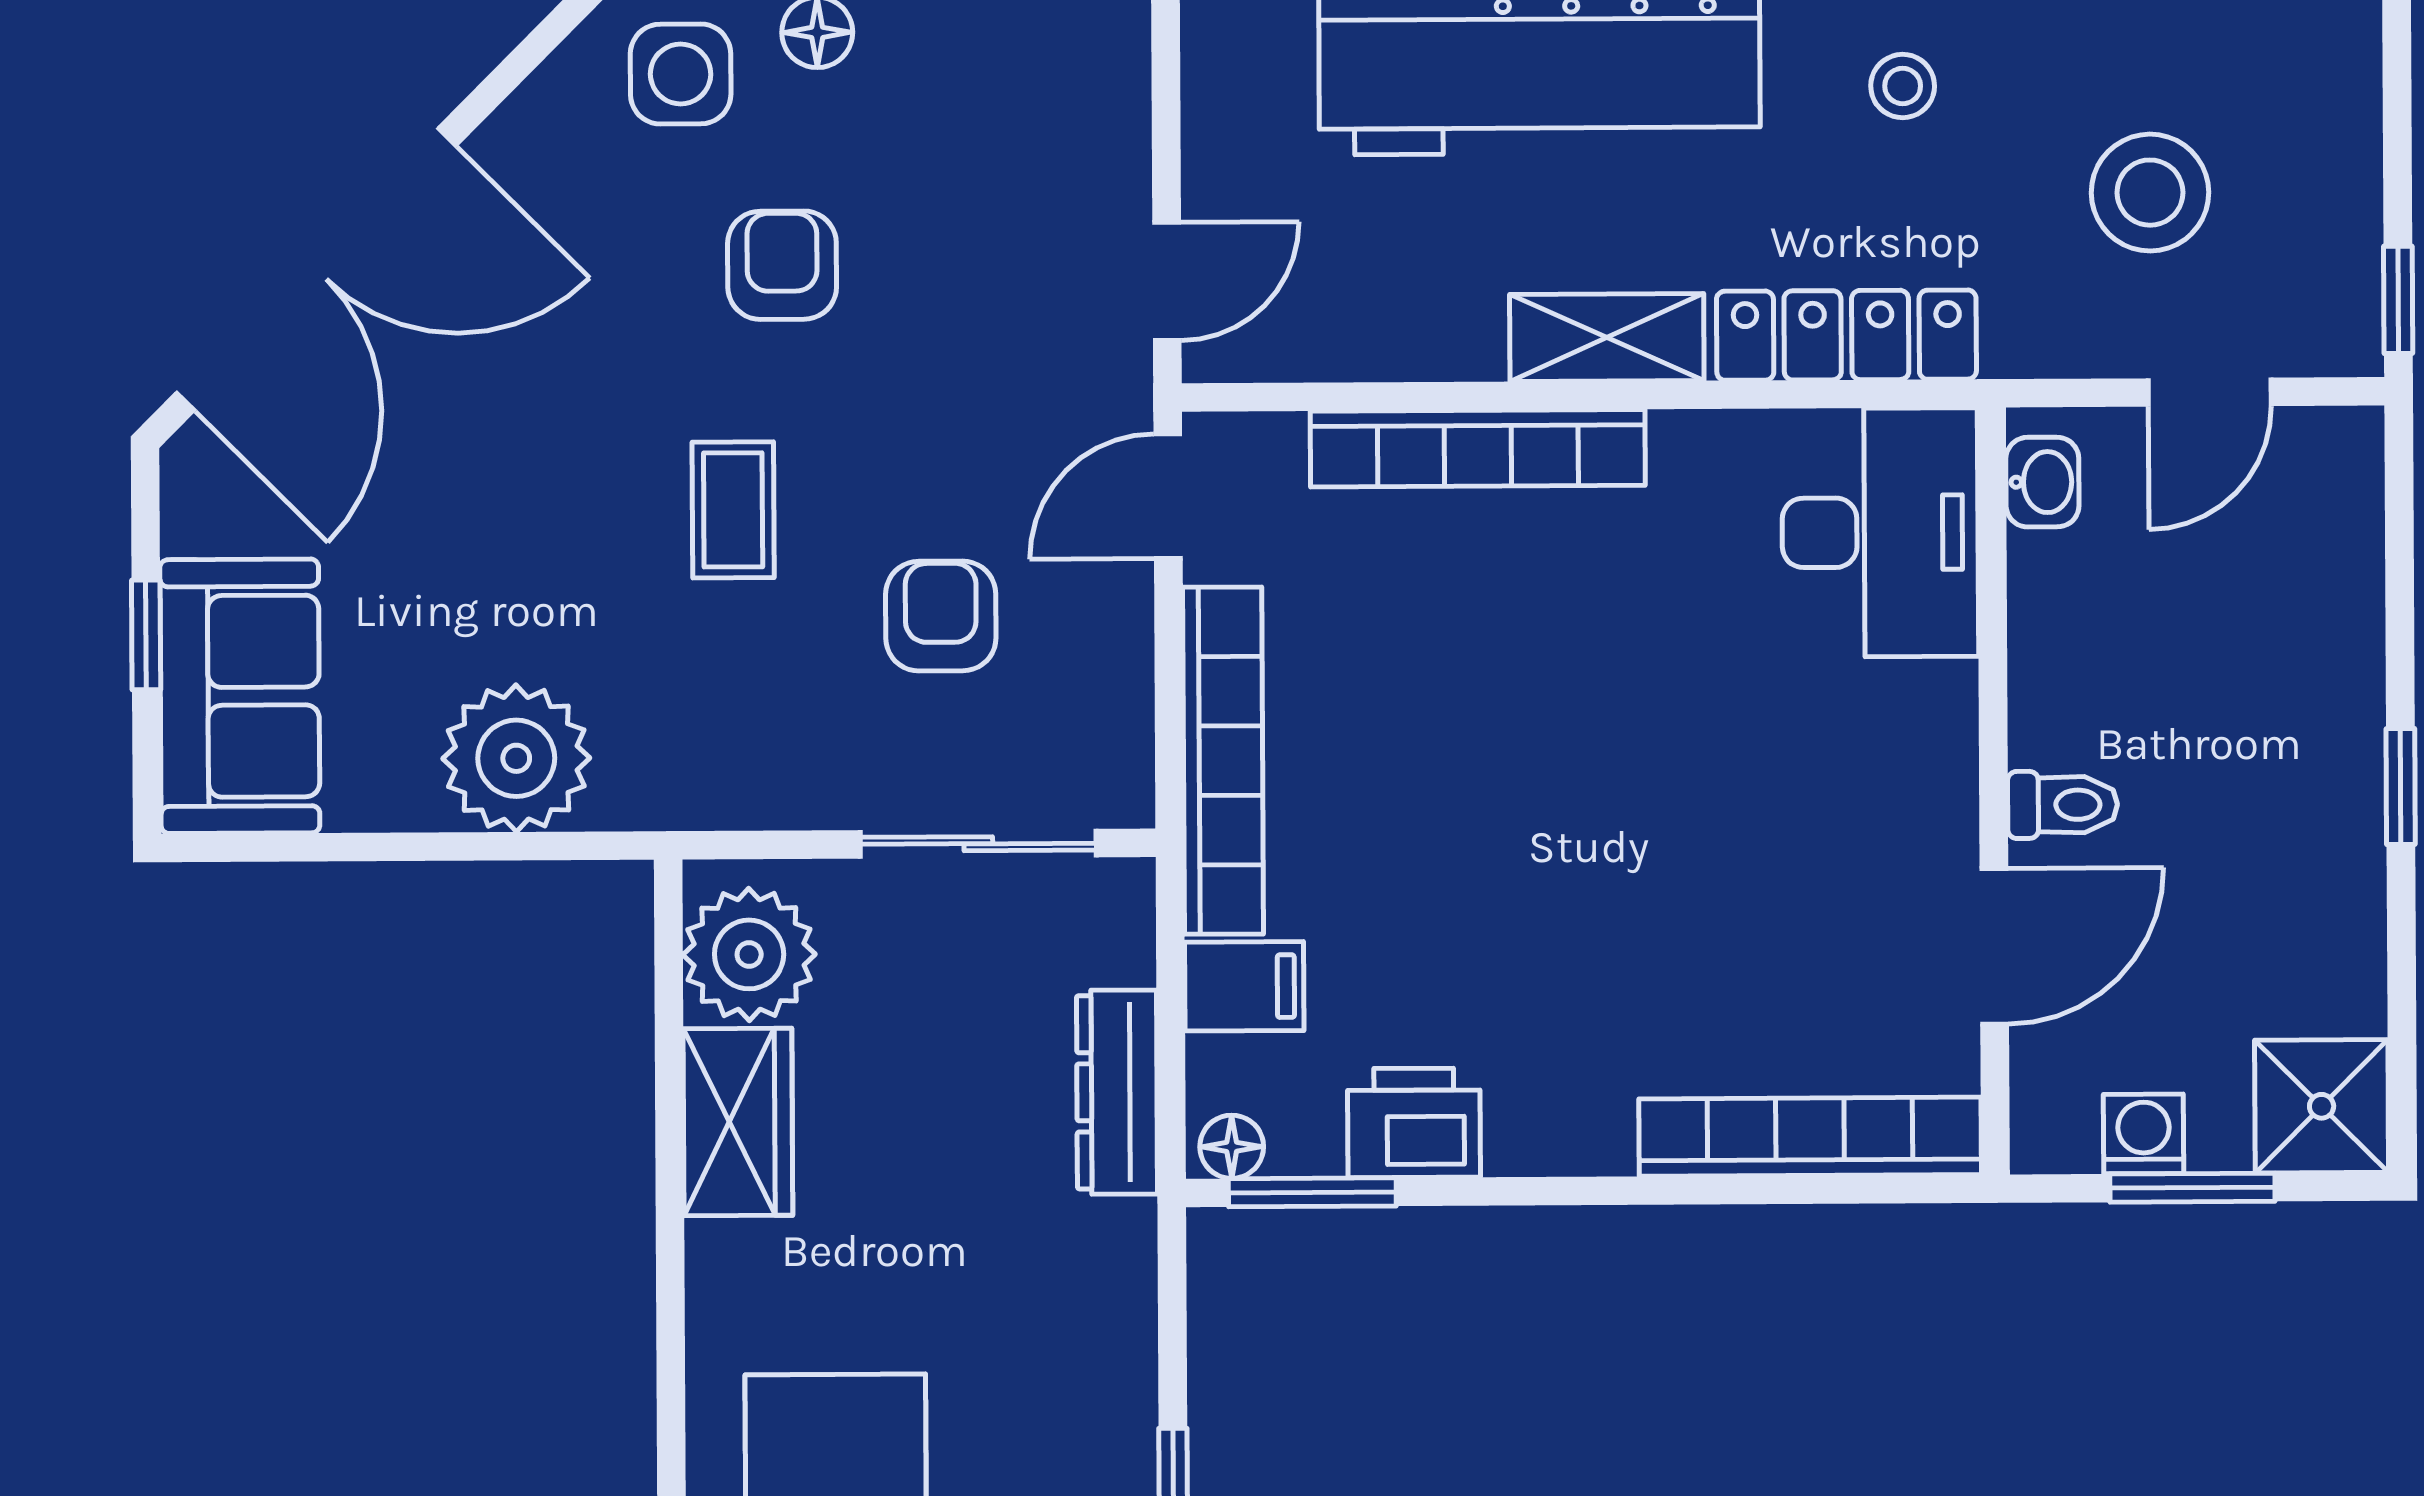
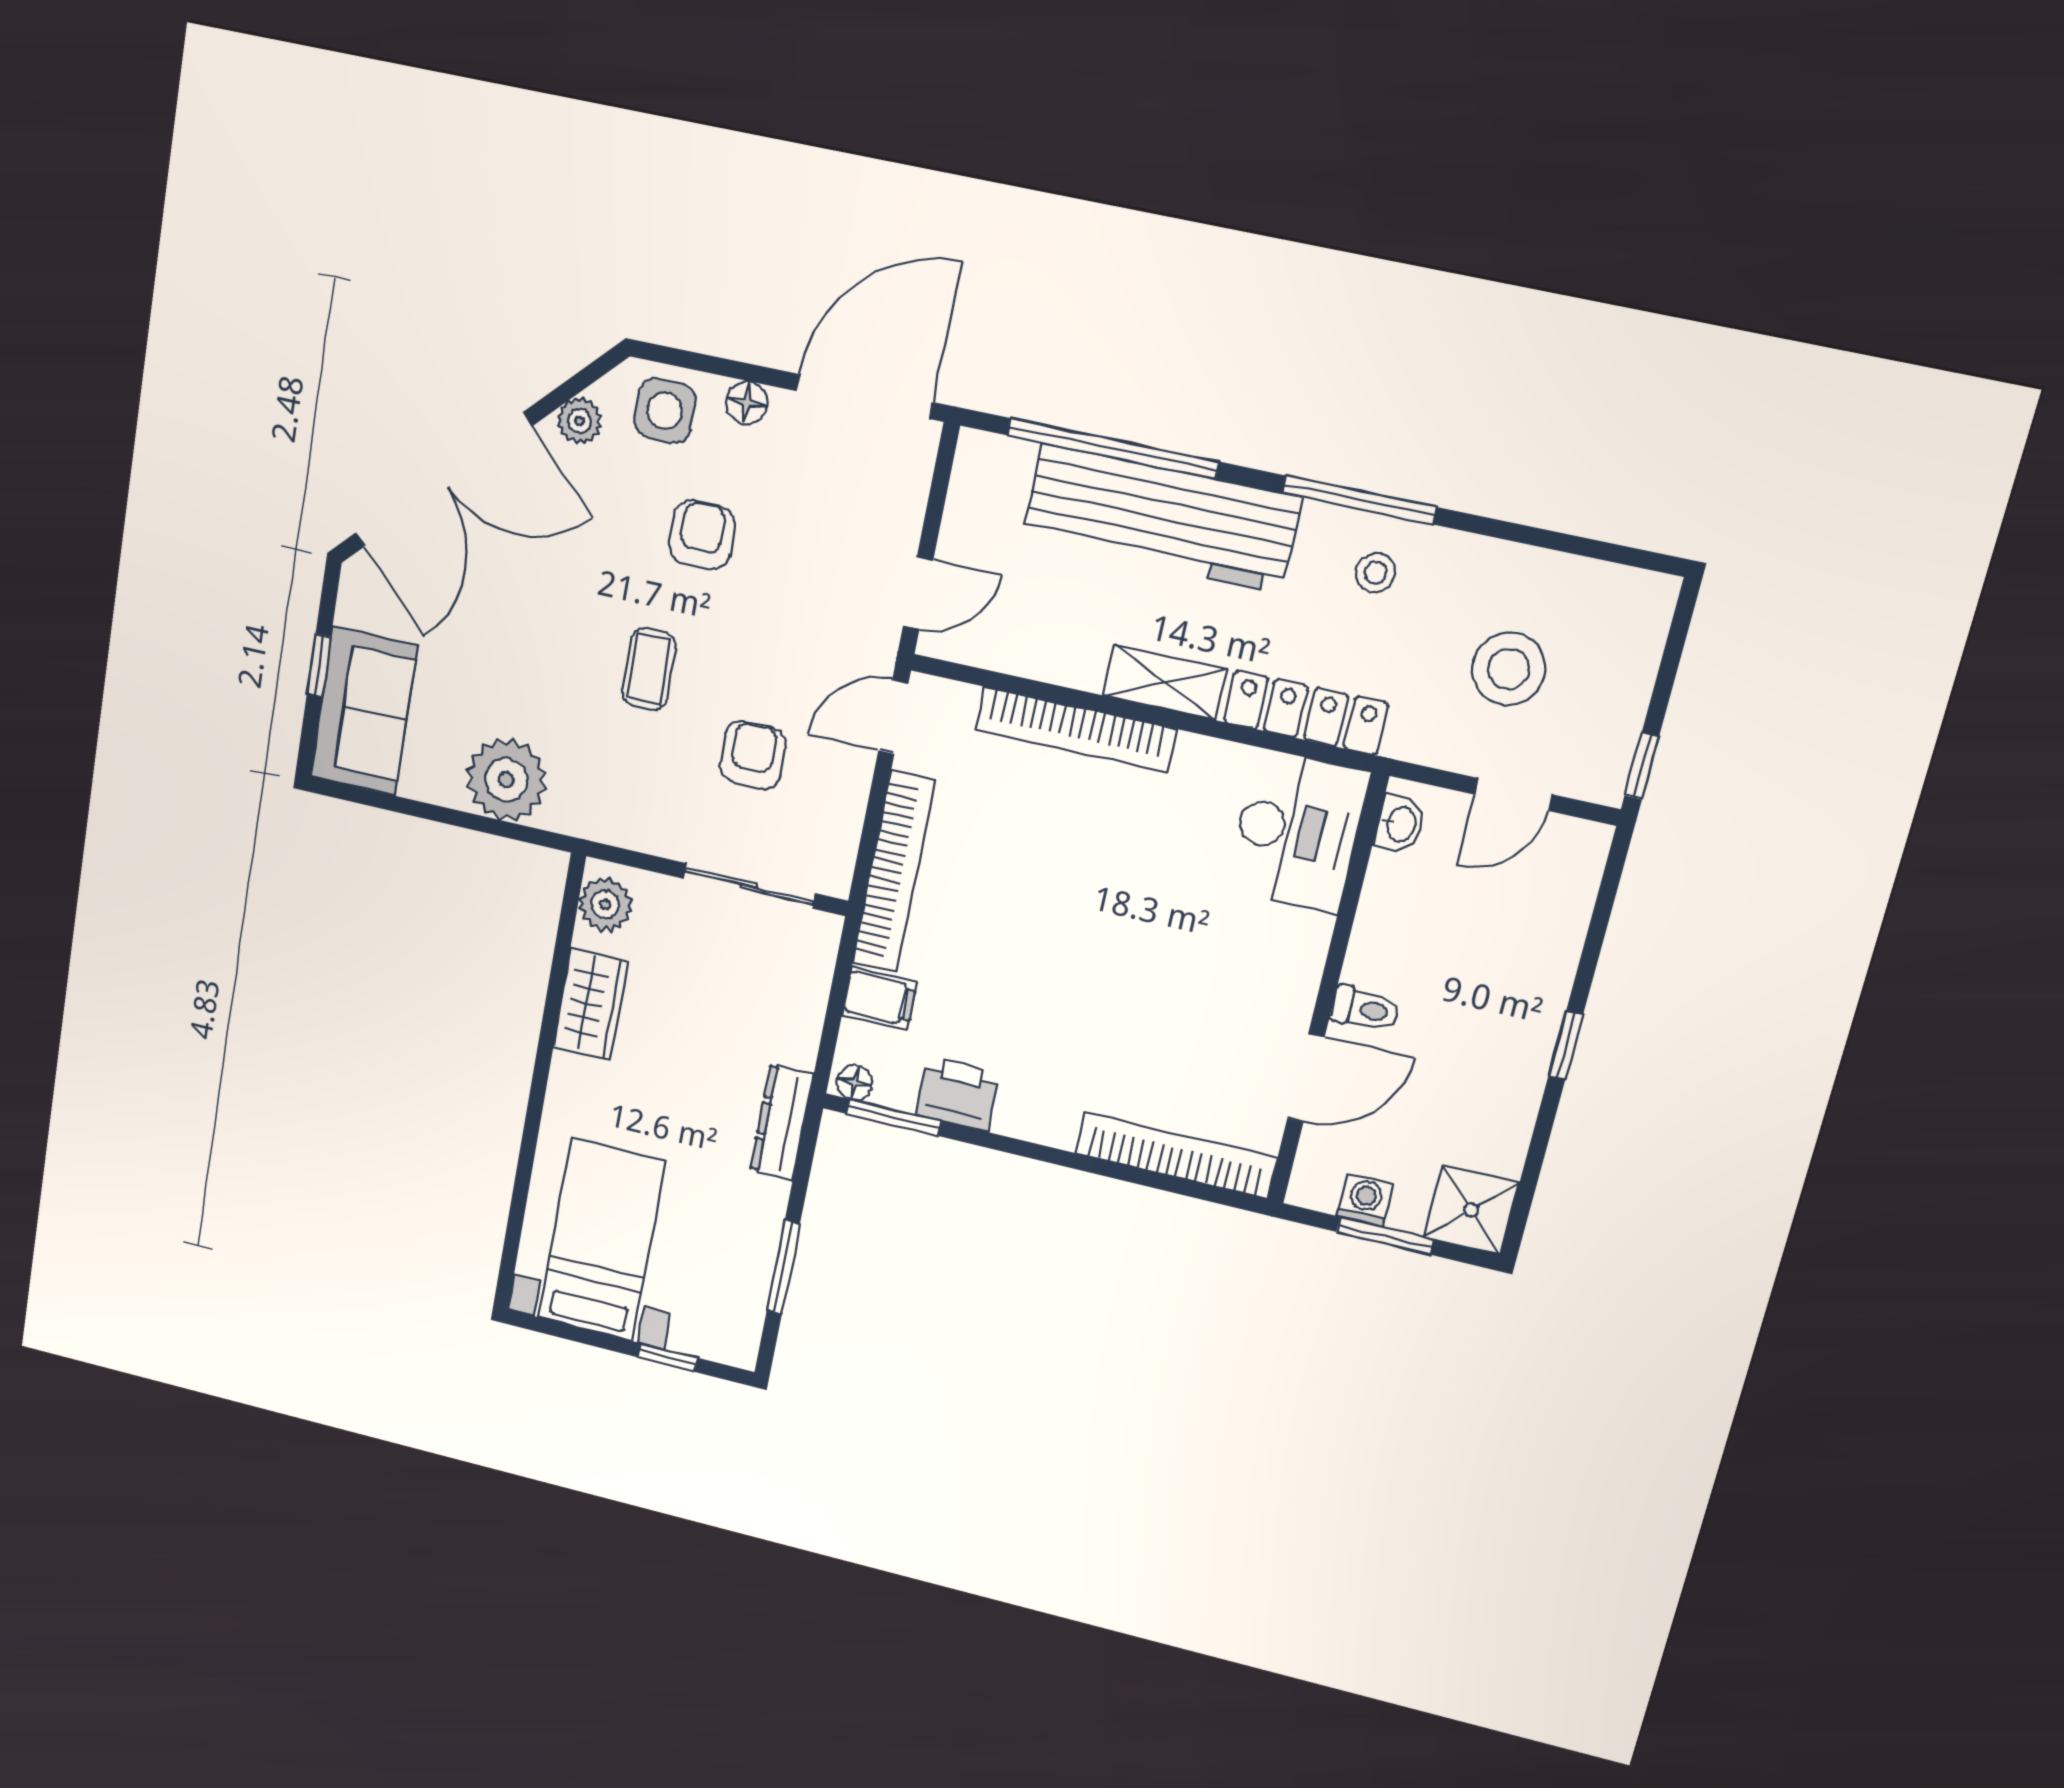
plant: (538, 121) -> (580, 421), added
plant: (749, 954) -> (605, 904), width x0.73, depth x0.73
dresser: (1117, 1092) -> (782, 1122), moved

